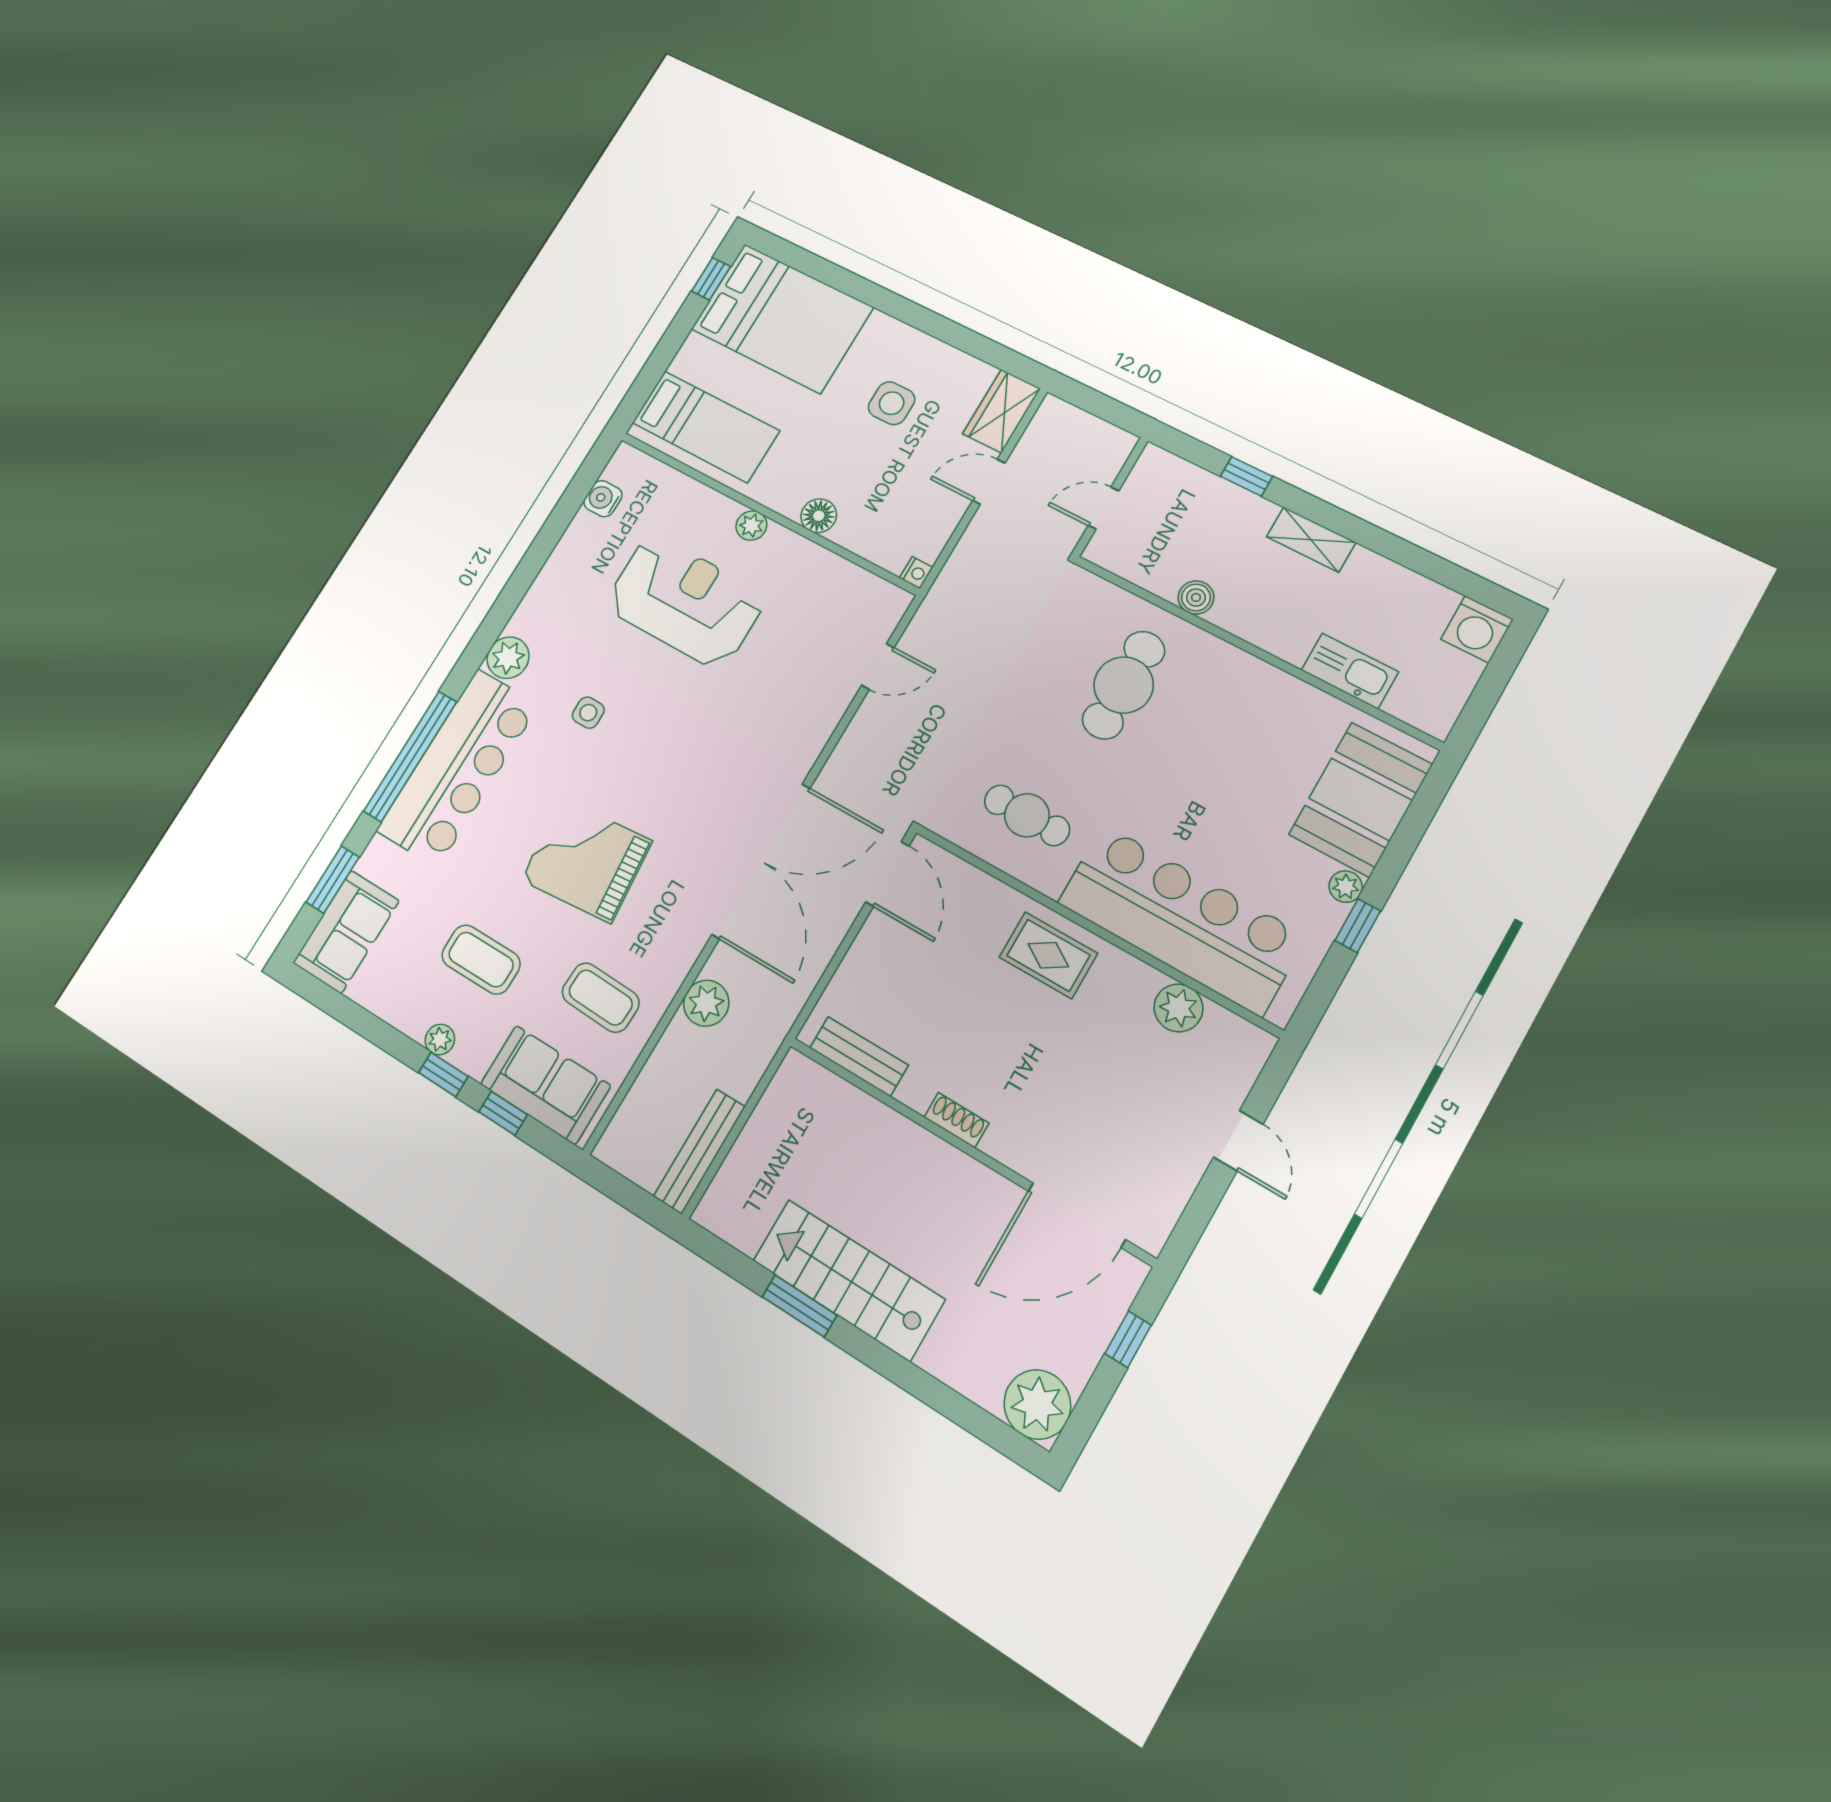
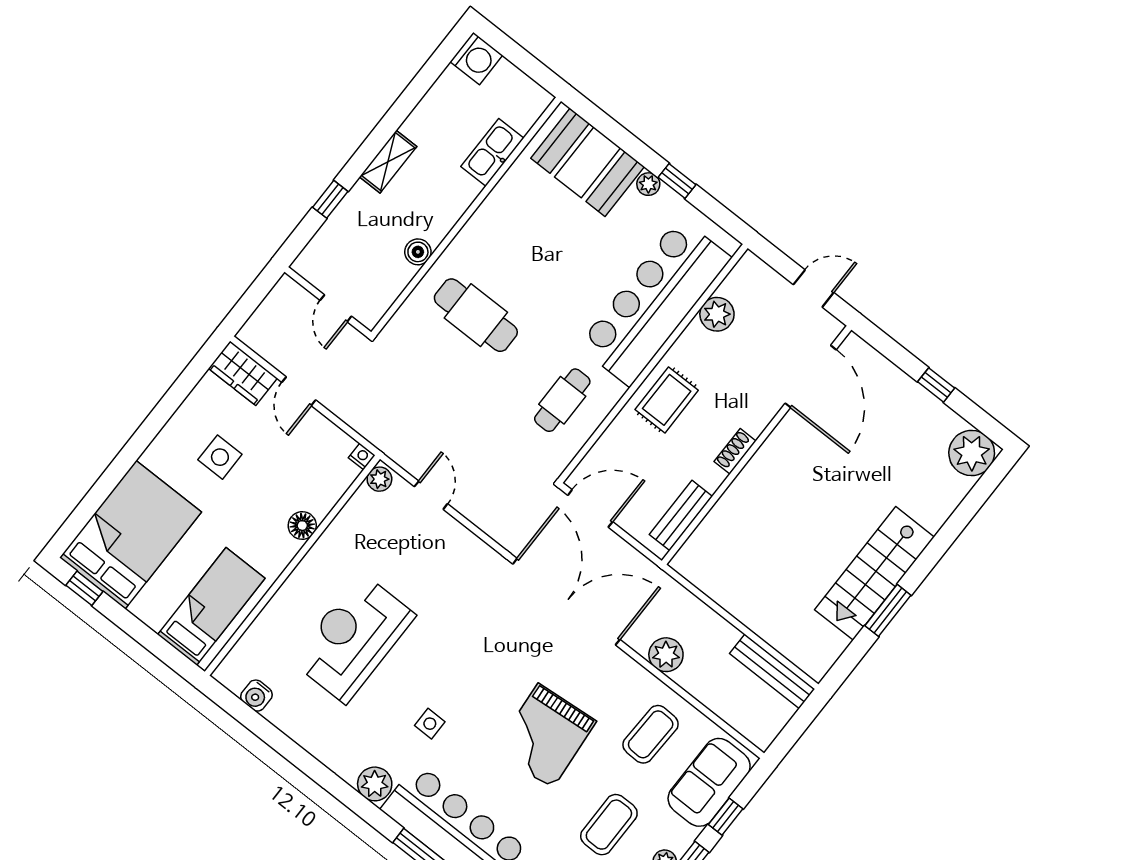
plant: (751, 526) -> (379, 479), moved
bench: (859, 1056) -> (681, 515), moved
shoe rack: (956, 1120) -> (735, 451), moved
wall: (969, 1150) -> (757, 445), moved
door: (1077, 1215) -> (811, 376), moved

